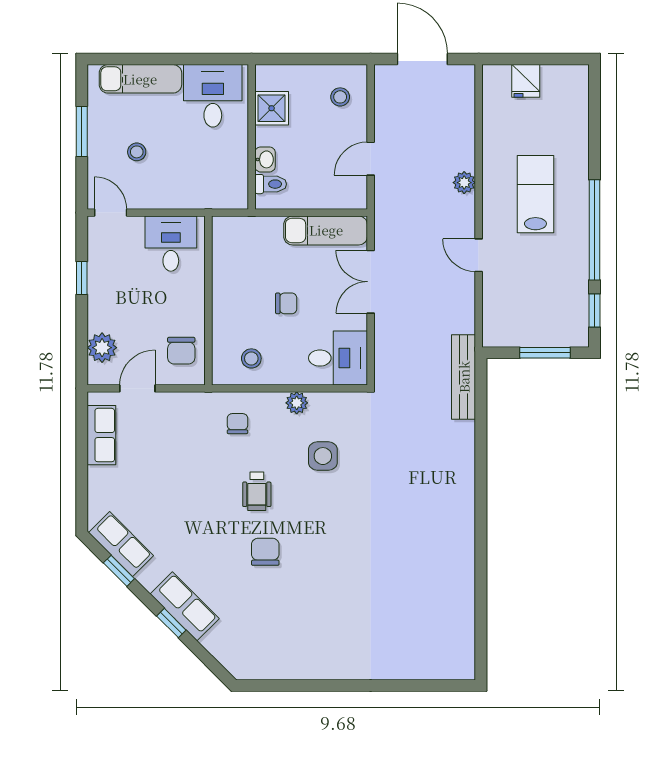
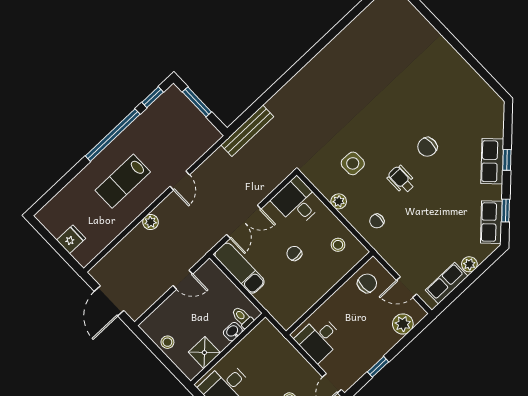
stool: (340, 97) -> (167, 342), moved
plant: (98, 478) -> (469, 264), added
wheelchair: (257, 491) -> (401, 180), turned -90

